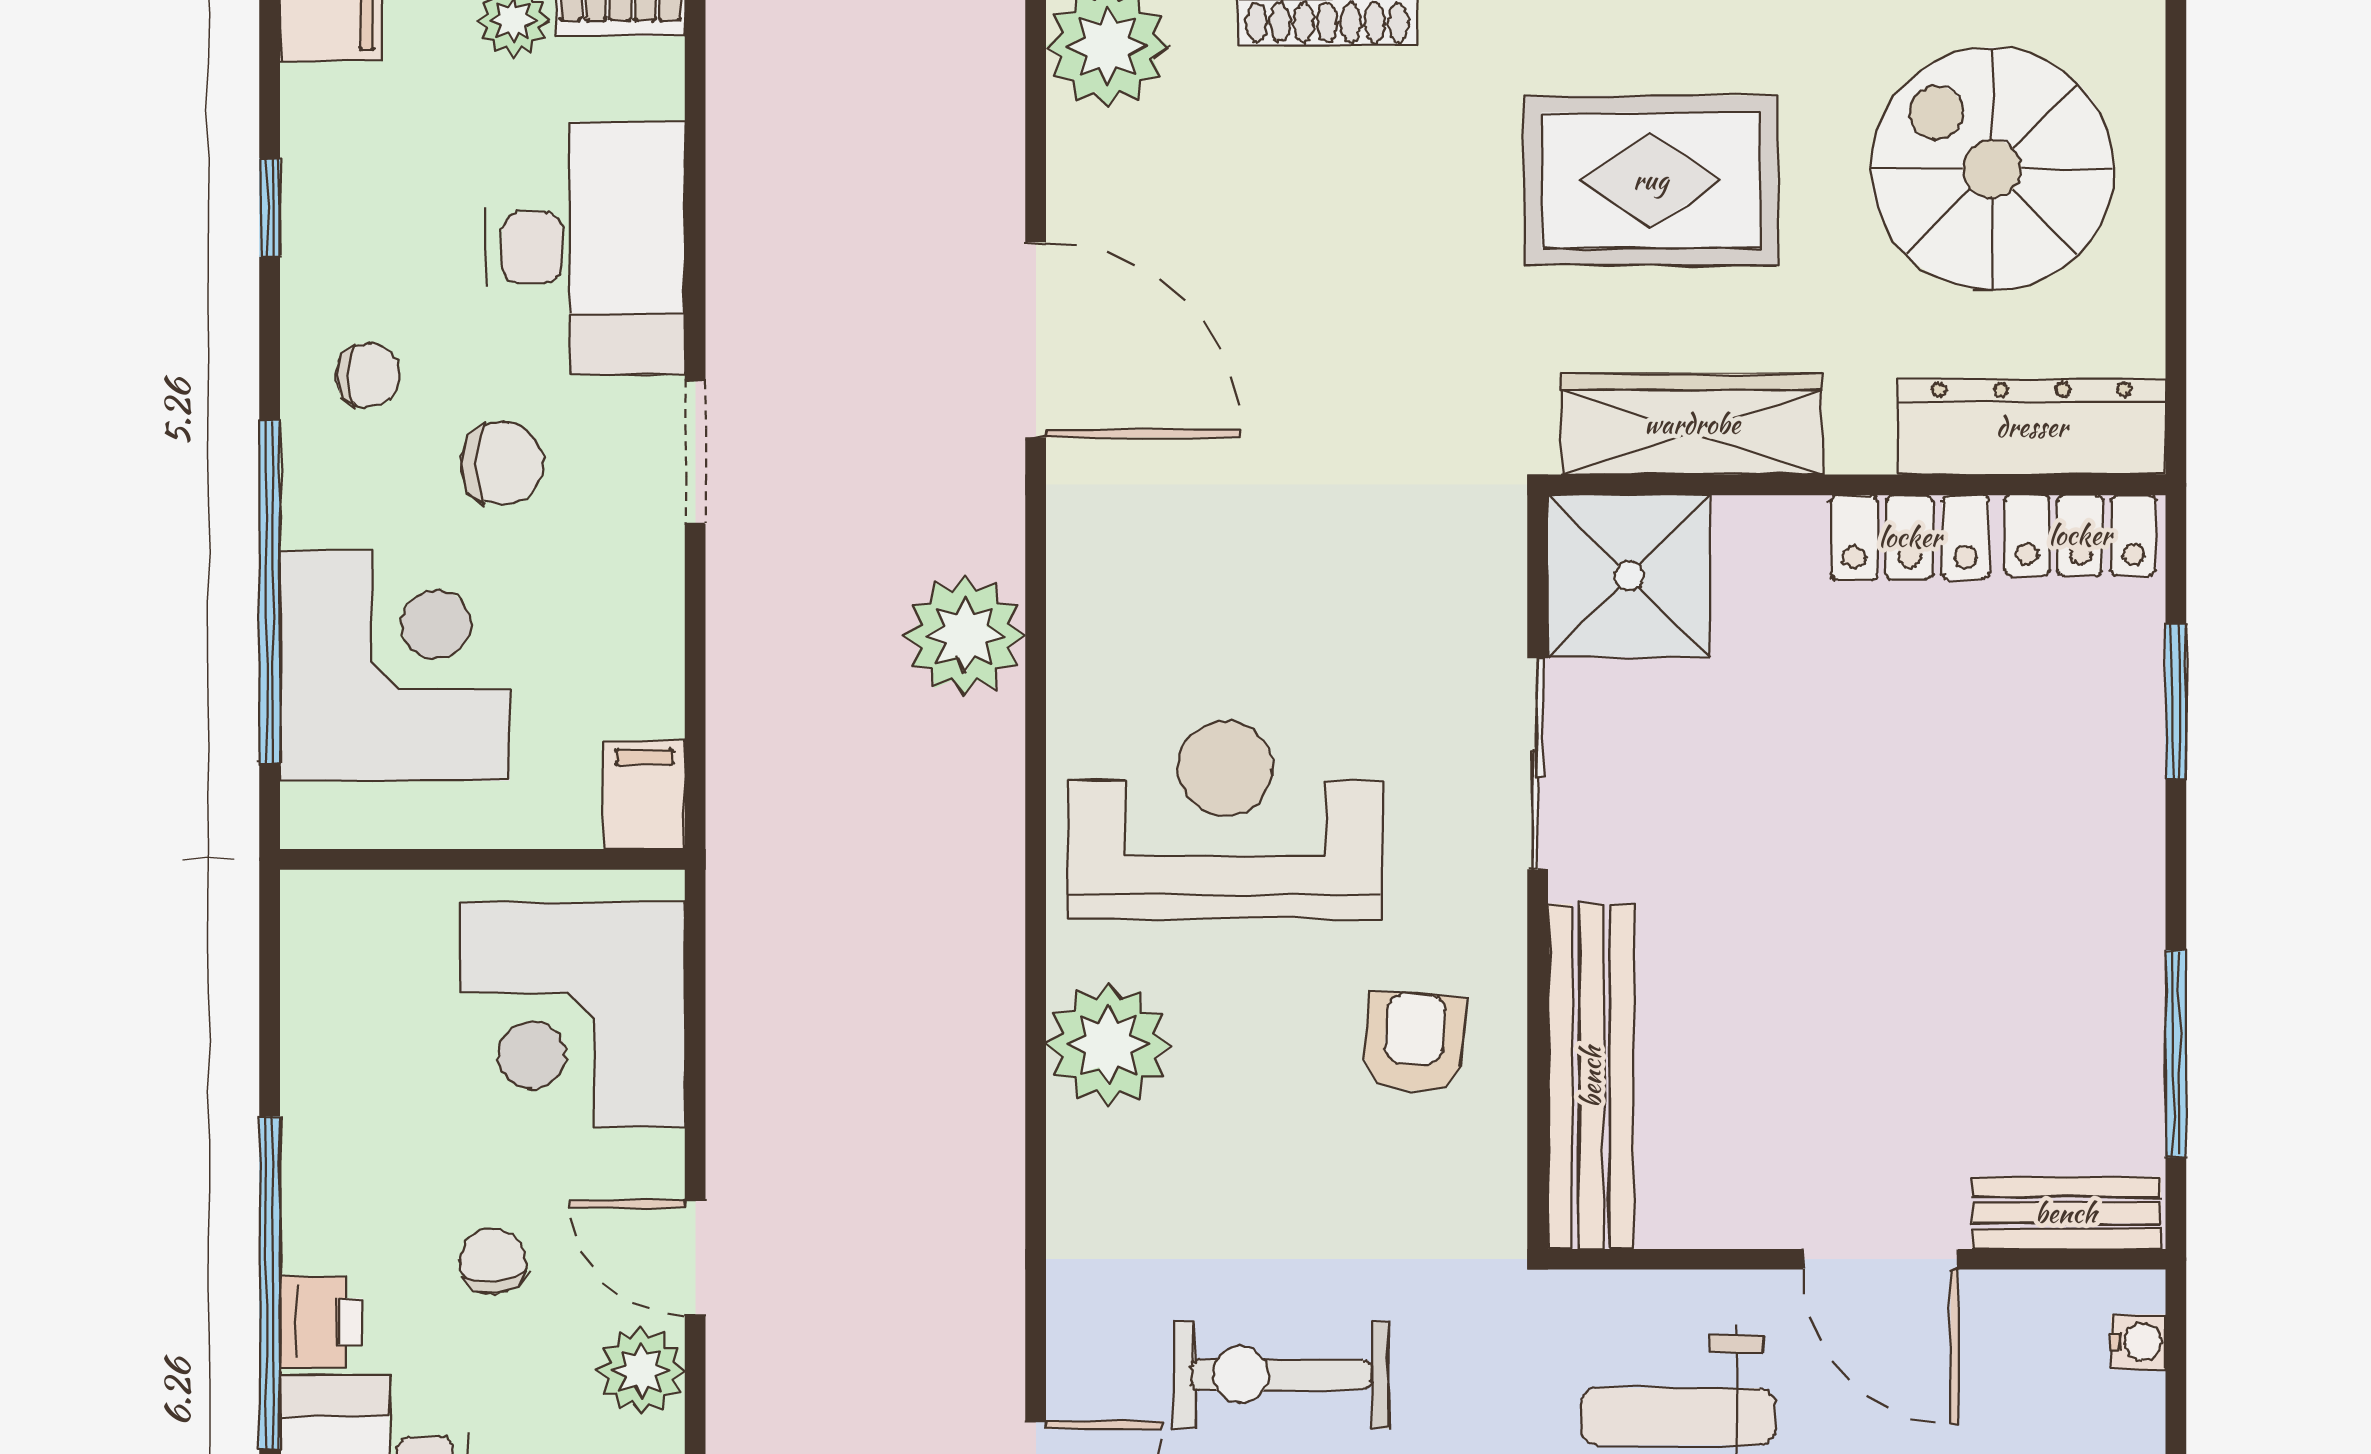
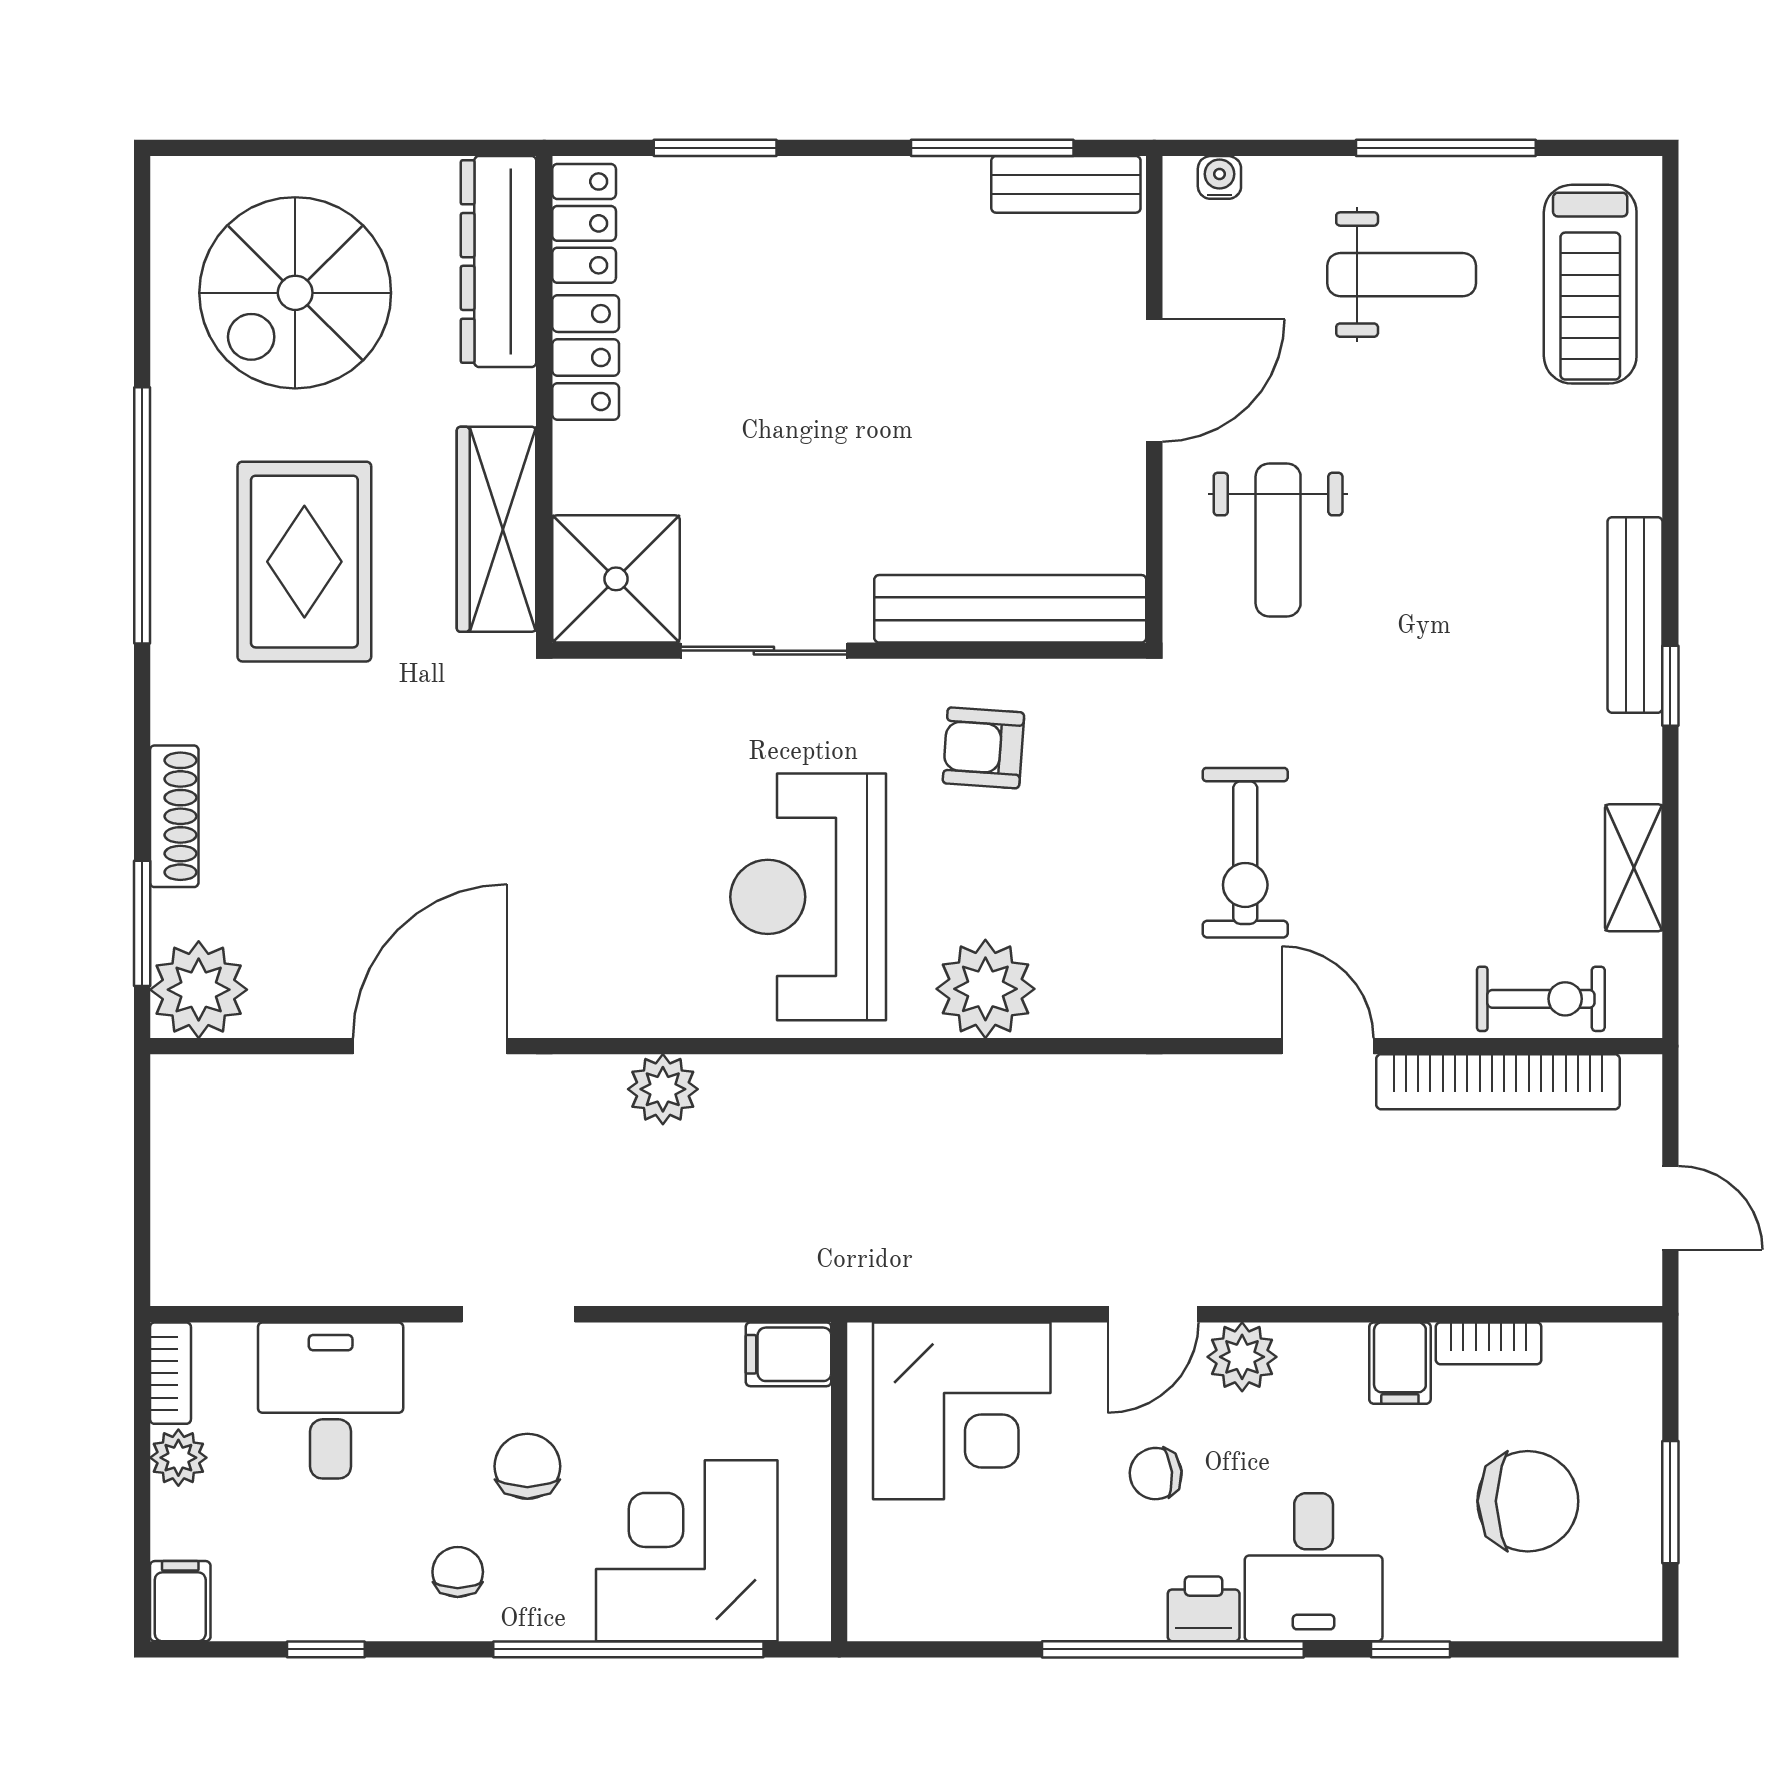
desk: (586, 248) -> (331, 1400), width x0.73
plant: (965, 635) -> (663, 1089), width x0.73, depth x0.73
bench: (2066, 1213) -> (1066, 184), moved, turned 90

